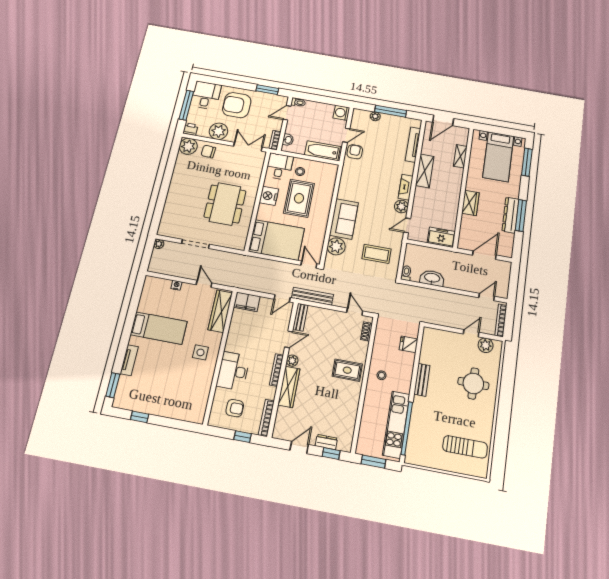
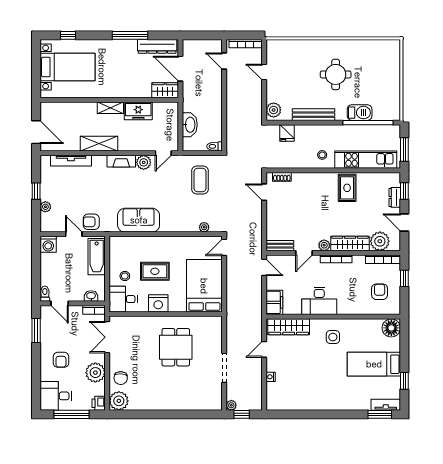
armchair: (237, 105) -> (61, 360), width x0.53, depth x0.53
window: (391, 111) -> (36, 191), width x0.46
shelving: (460, 156) -> (110, 108), moved
window: (527, 162) -> (68, 35), width x0.46
rug: (299, 198) -> (155, 271), width x0.73, depth x0.70
wardrobe: (470, 203) -> (165, 90), moved
dining table: (225, 204) -> (176, 347), width x0.73
dresser: (511, 215) -> (157, 46), moved
sofa: (344, 219) -> (139, 220), moved
door: (407, 225) -> (163, 153), hinge flipped
freezer: (441, 237) -> (138, 111), moved, turned -90
plant: (336, 246) -> (204, 227), width x0.53, depth x0.53
window: (148, 252) -> (242, 414), added
washbasin: (432, 278) -> (190, 125), moved, turned 180
bench: (312, 296) -> (256, 237), removed
door: (355, 312) -> (264, 192), hinge flipped
bed: (159, 328) -> (374, 364), moved, turned -90
door: (289, 339) -> (304, 253), swing flipped
plant: (486, 345) -> (274, 110), moved
tv unit: (129, 360) -> (386, 405), moved
rug: (347, 370) -> (347, 188), moved
desk: (233, 371) -> (319, 301), moved
bench: (422, 380) -> (314, 115), width x1.36
round table: (473, 383) -> (336, 74), moved
floor lamp: (196, 413) -> (391, 328), added
plant: (285, 418) -> (380, 241), added
barbecue: (418, 421) -> (360, 113), added
kitchen unit: (396, 424) -> (366, 160), moved, turned 180
sun lounger: (465, 447) -> (375, 64), removed

